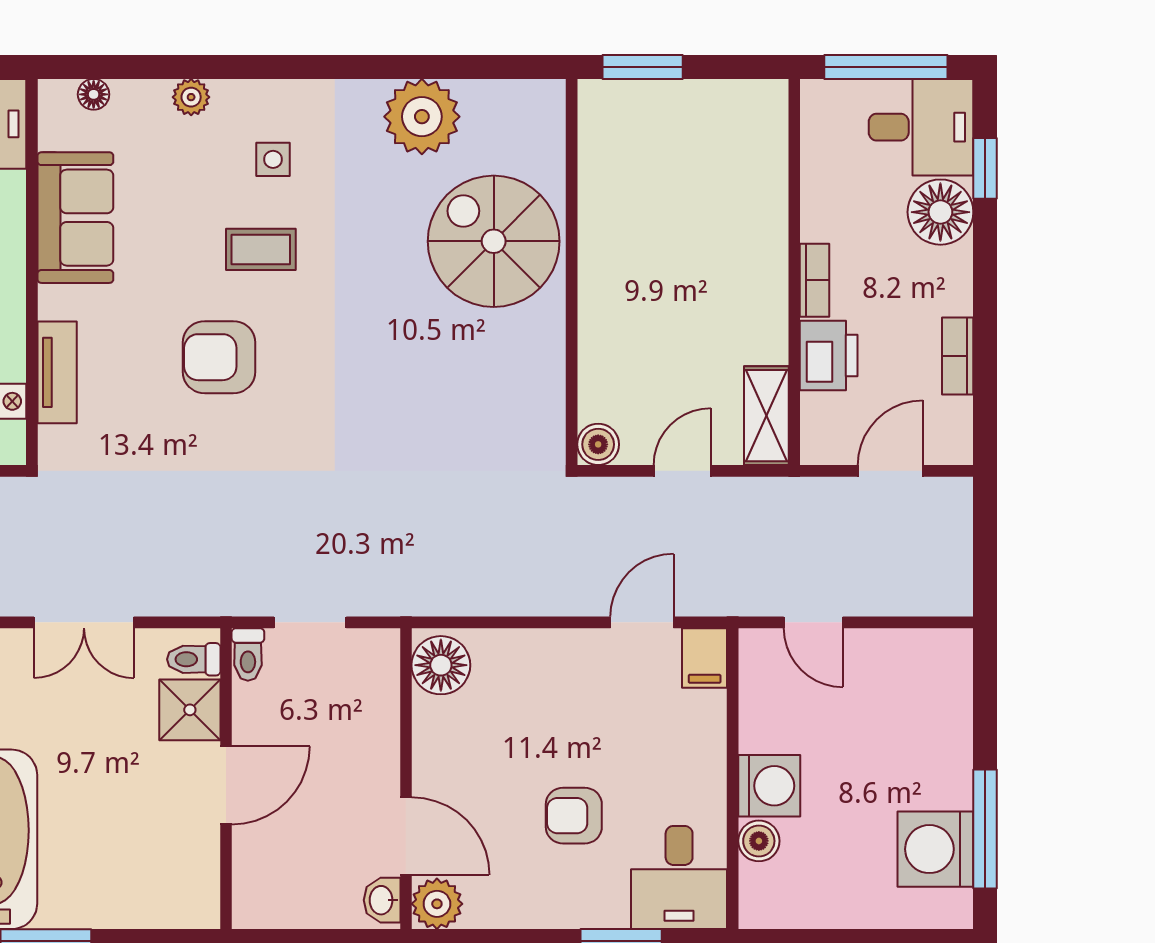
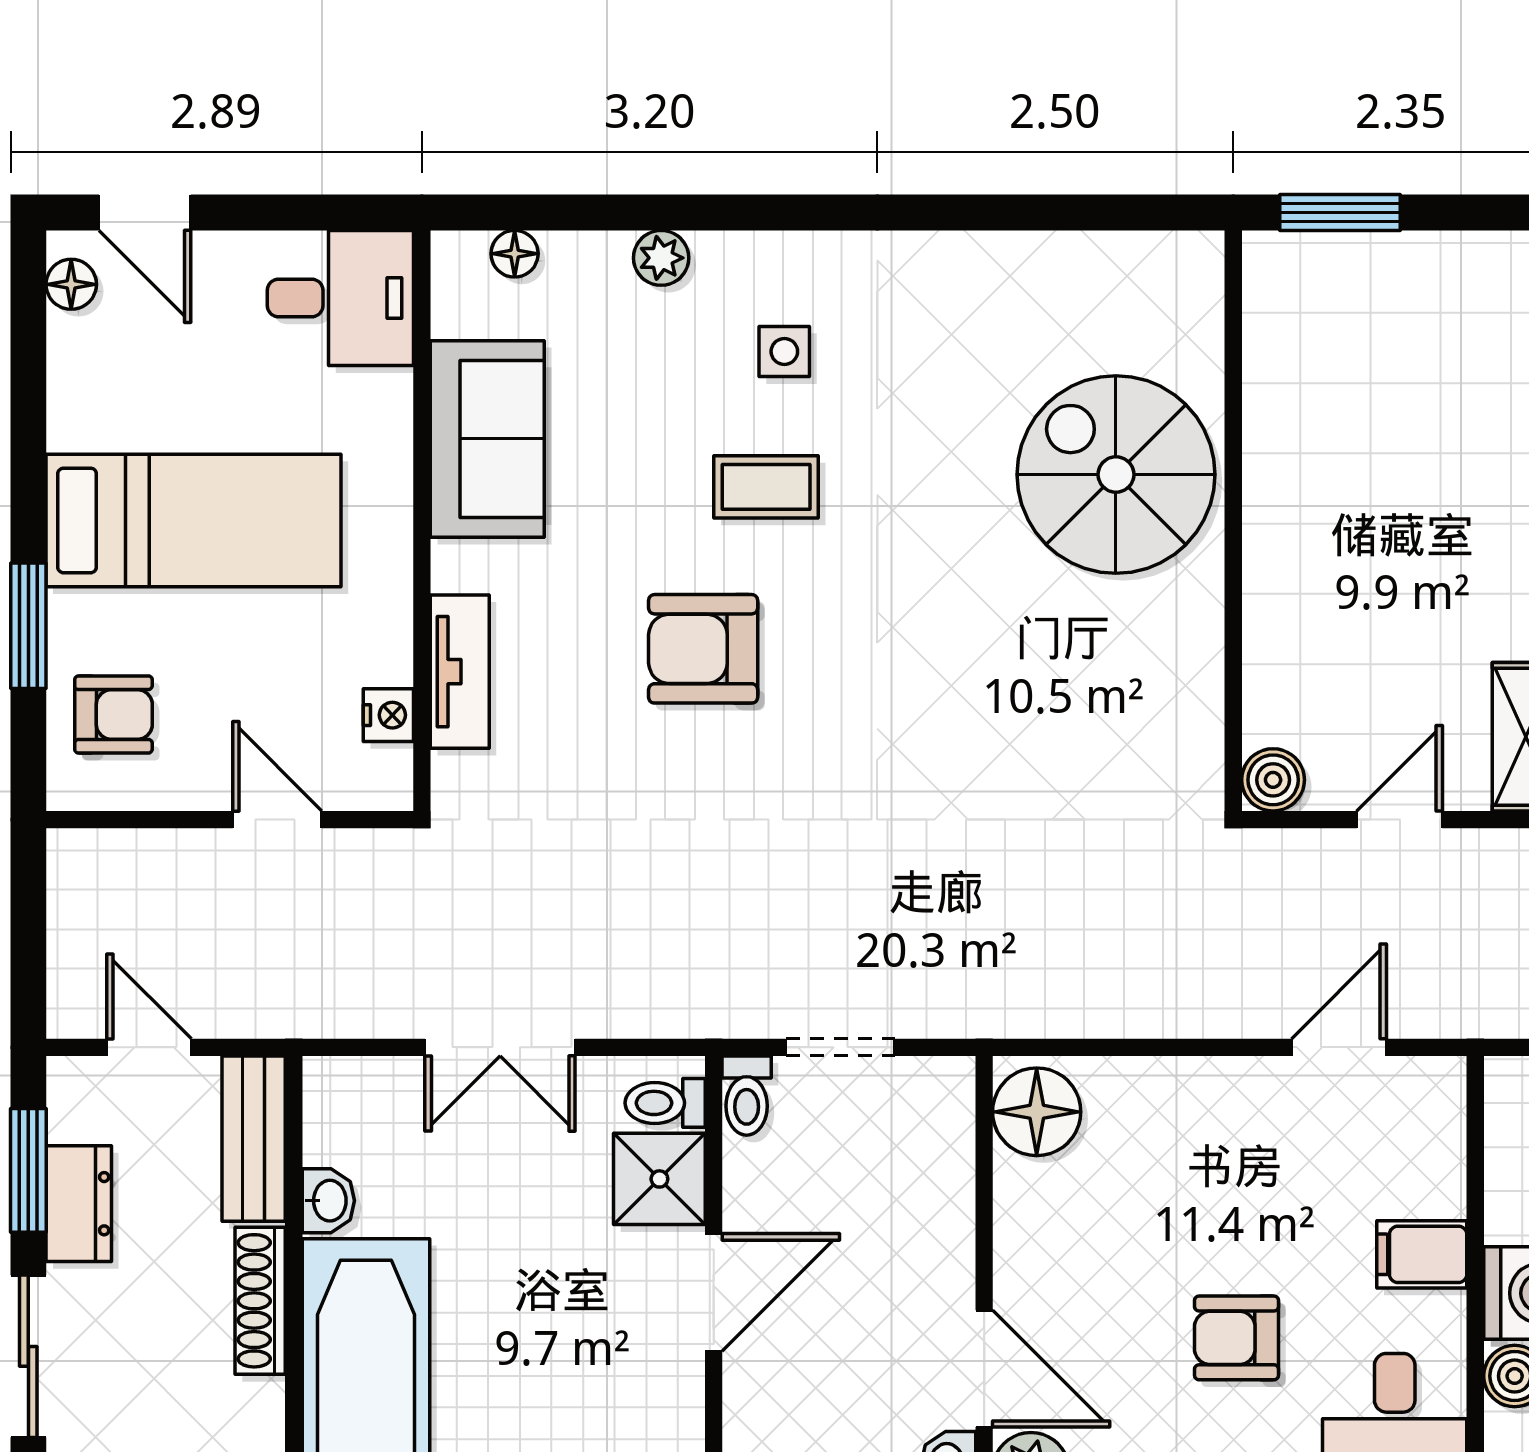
plant: (422, 117) -> (1008, 287), removed
filing cabinet: (705, 658) -> (1422, 1254), moved, turned 90

